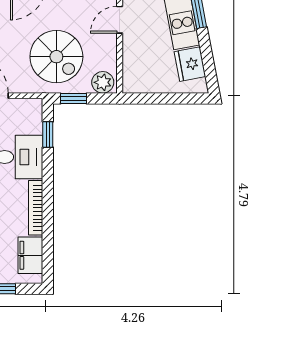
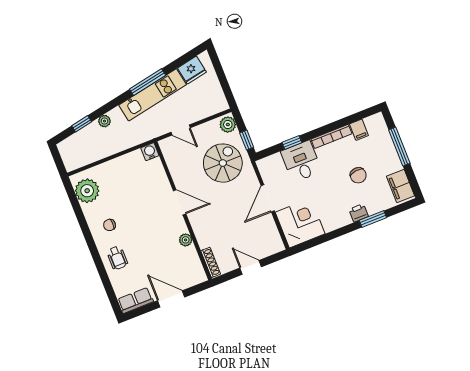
window: (48, 135) -> (292, 142), moved
filing cabinet: (30, 255) -> (359, 130), width x0.50

